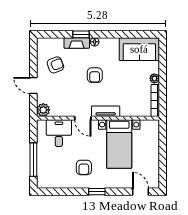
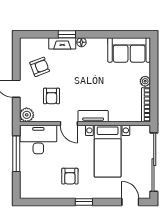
armchair: (95, 75) -> (52, 96), moved
desk: (59, 133) -> (38, 140), width x1.37
sliding door: (163, 154) -> (154, 162), added
window: (33, 160) -> (16, 154), moved

